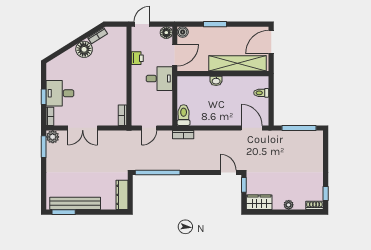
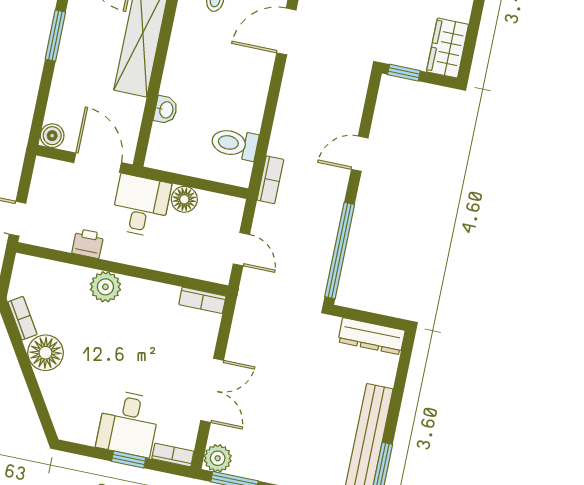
window: (215, 24) -> (55, 36), moved
floor lamp: (166, 33) -> (184, 199), moved
plant: (119, 70) -> (105, 287), added
washbasin: (216, 81) -> (166, 110), moved
toilet: (184, 115) -> (235, 144), moved
door: (228, 172) -> (360, 154), moved

